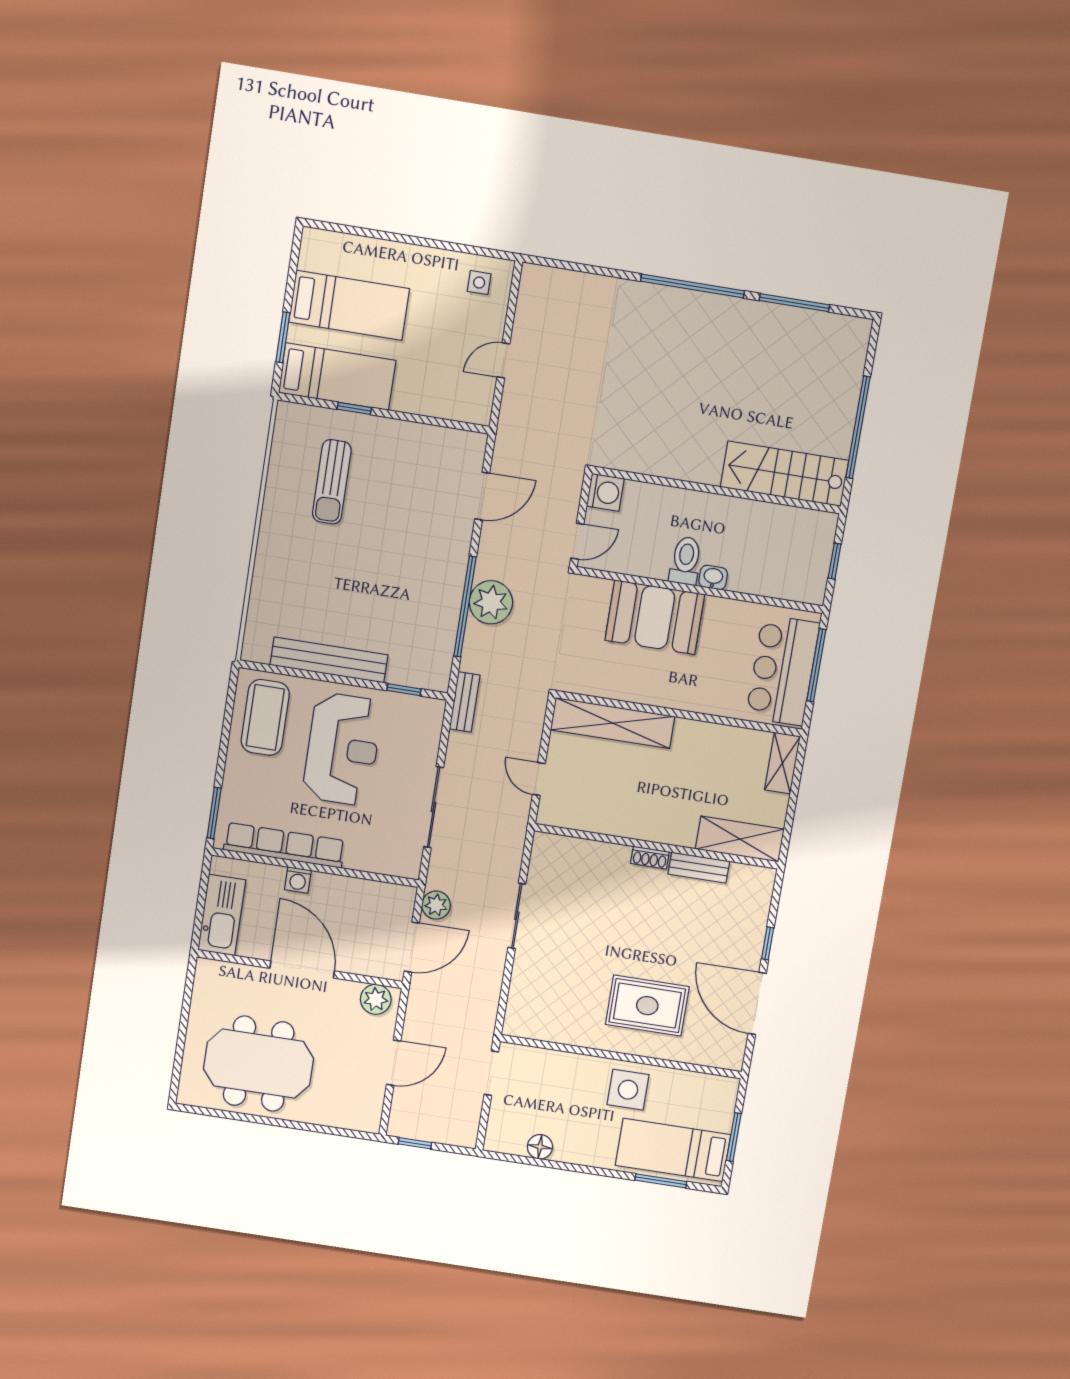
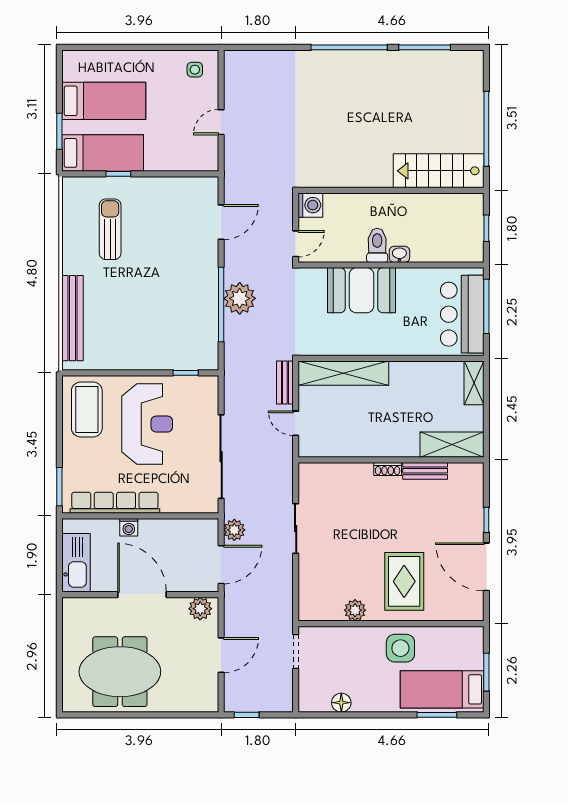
sun lounger: (332, 482) -> (110, 229), turned 180
bench: (329, 660) -> (73, 318), moved, turned 90
bench: (465, 702) -> (285, 382), moved
sliding door: (434, 807) -> (221, 457), width x1.36
rug: (647, 1006) -> (404, 581), turned 90
plant: (577, 1032) -> (355, 610), added

